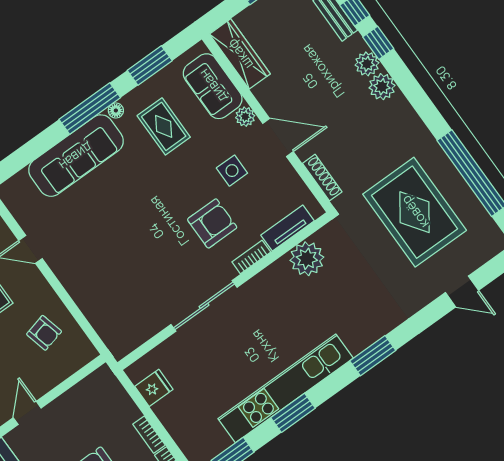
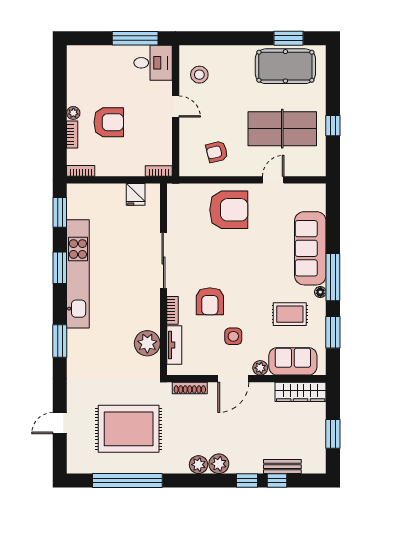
plant: (367, 64) -> (198, 465), moved
armchair: (98, 274) -> (229, 210), added
bookcase: (149, 435) -> (159, 171), moved

